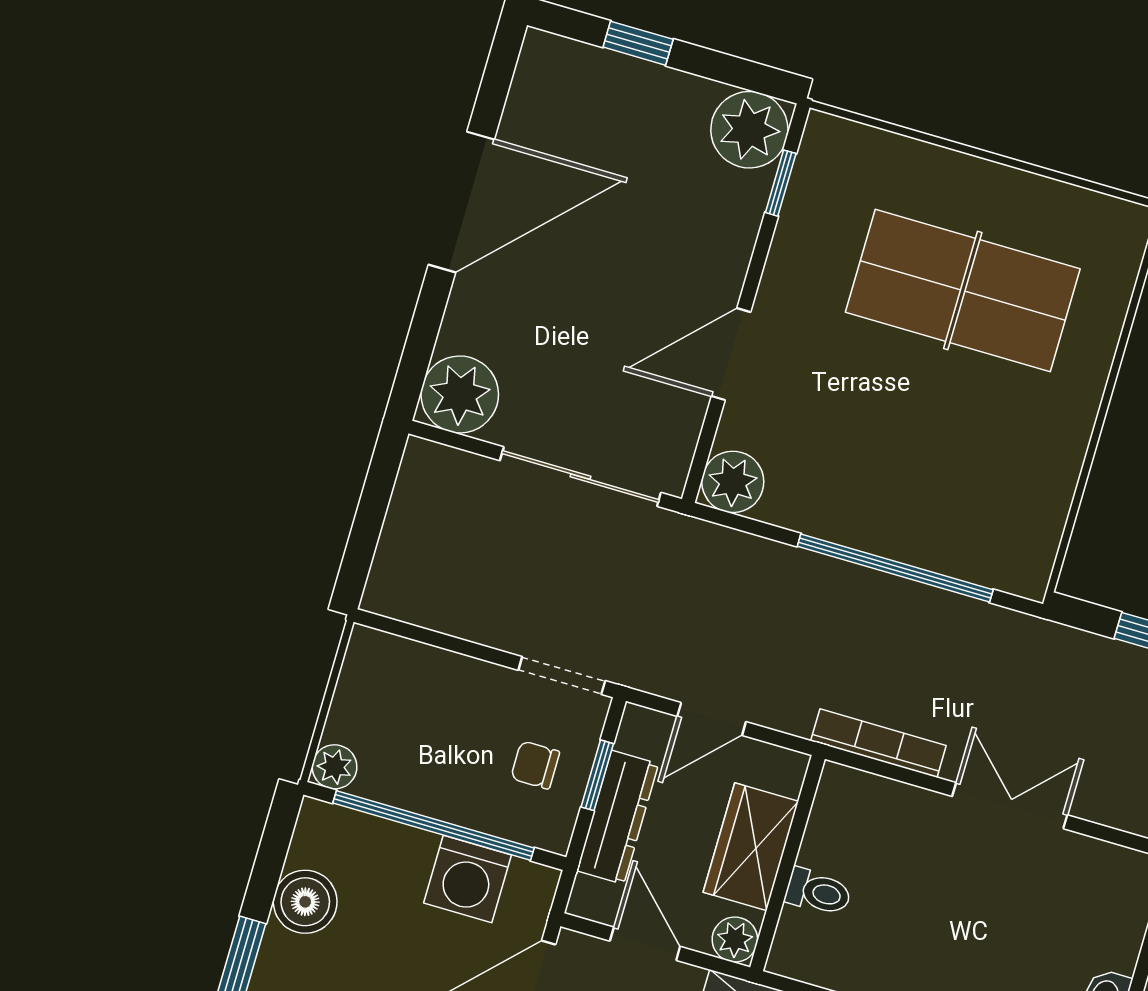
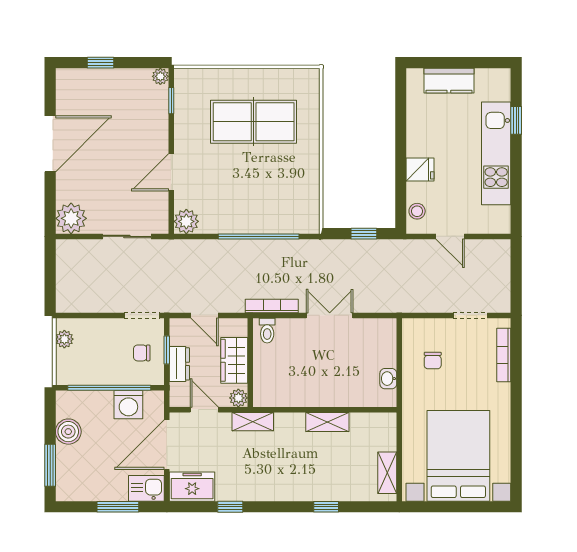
plant: (749, 130) -> (160, 76), width x0.53, depth x0.53
sliding door: (580, 477) -> (127, 236), width x0.73
door: (712, 719) -> (205, 315), hinge flipped
plant: (334, 767) -> (64, 339), moved
dresser: (618, 817) -> (179, 364), width x0.70
toilet: (818, 892) -> (267, 331), moved, turned 90

